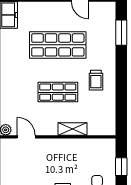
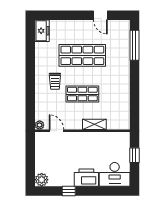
window: (121, 33) -> (134, 45), width x1.44
trolley: (96, 80) -> (55, 81), moved

